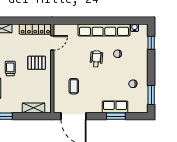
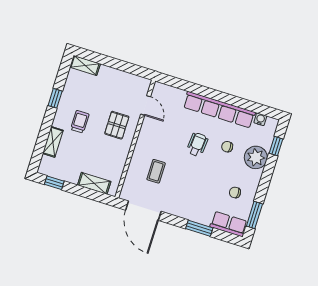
locker: (35, 29) -> (129, 80), removed
door: (52, 43) -> (146, 105), hinge flipped
plant: (140, 55) -> (256, 157), added
pallet: (37, 63) -> (117, 125), turned 90
row of seats: (115, 107) -> (229, 224), moved

